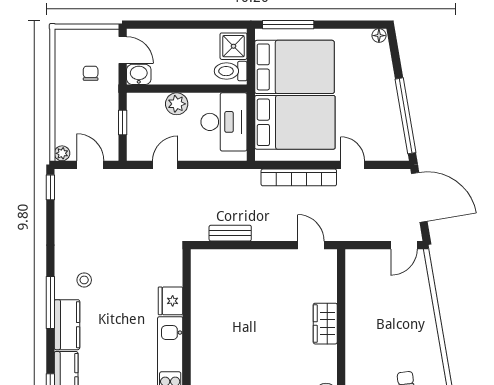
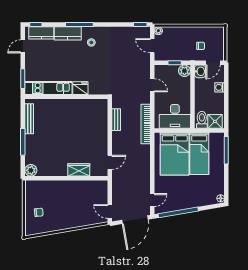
washing machine: (169, 37) -> (220, 87), added
bed: (294, 67) -> (199, 154), width x0.67
plant: (177, 104) -> (184, 71), moved
door: (90, 165) -> (152, 46), swing flipped
door: (353, 165) -> (152, 200), moved
bookcase: (299, 177) -> (146, 124), moved
wardrobe: (325, 324) -> (79, 170), moved

